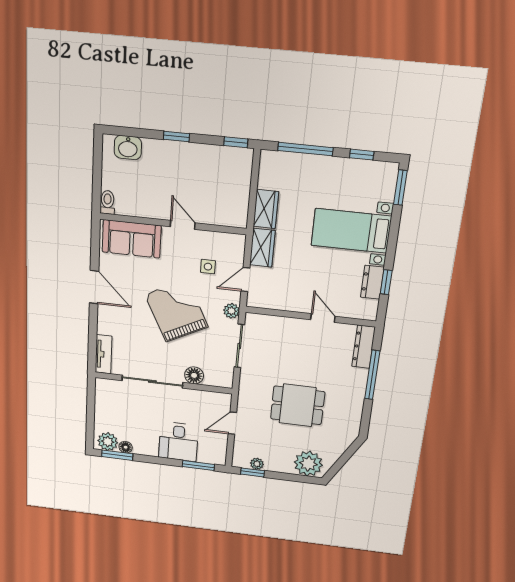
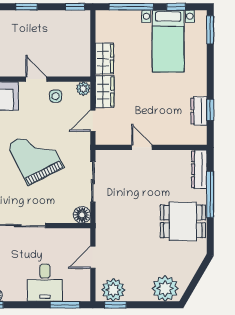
bed with nightstands: (351, 231) -> (168, 41), moved, turned -90
side table: (208, 267) -> (56, 96), moved
plant: (231, 311) -> (83, 89), moved
door: (323, 318) -> (142, 147), moved
floor lamp: (194, 375) -> (82, 215), moved
dining table: (298, 405) -> (183, 221), moved
plant: (257, 464) -> (113, 290), width x1.87, depth x1.87

